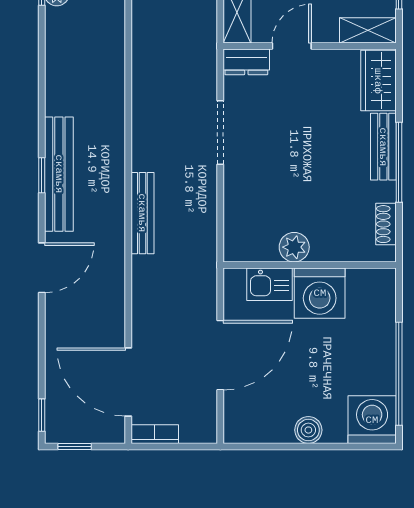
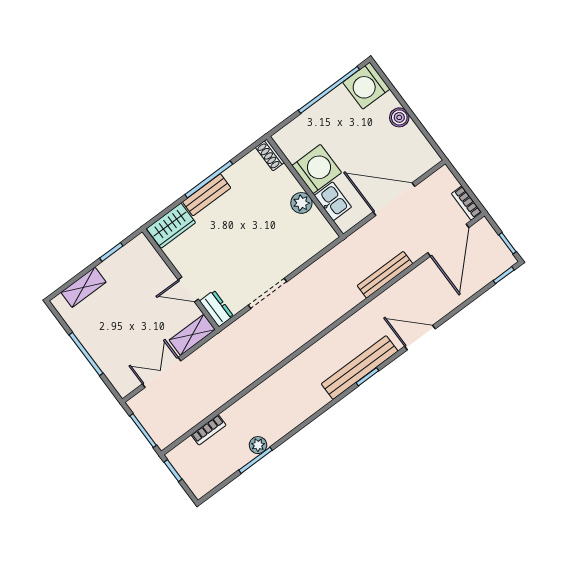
shelving: (368, 30) -> (147, 253), removed
bench: (142, 213) -> (385, 275), moved
shoe rack: (386, 224) -> (270, 155), moved, turned 90

